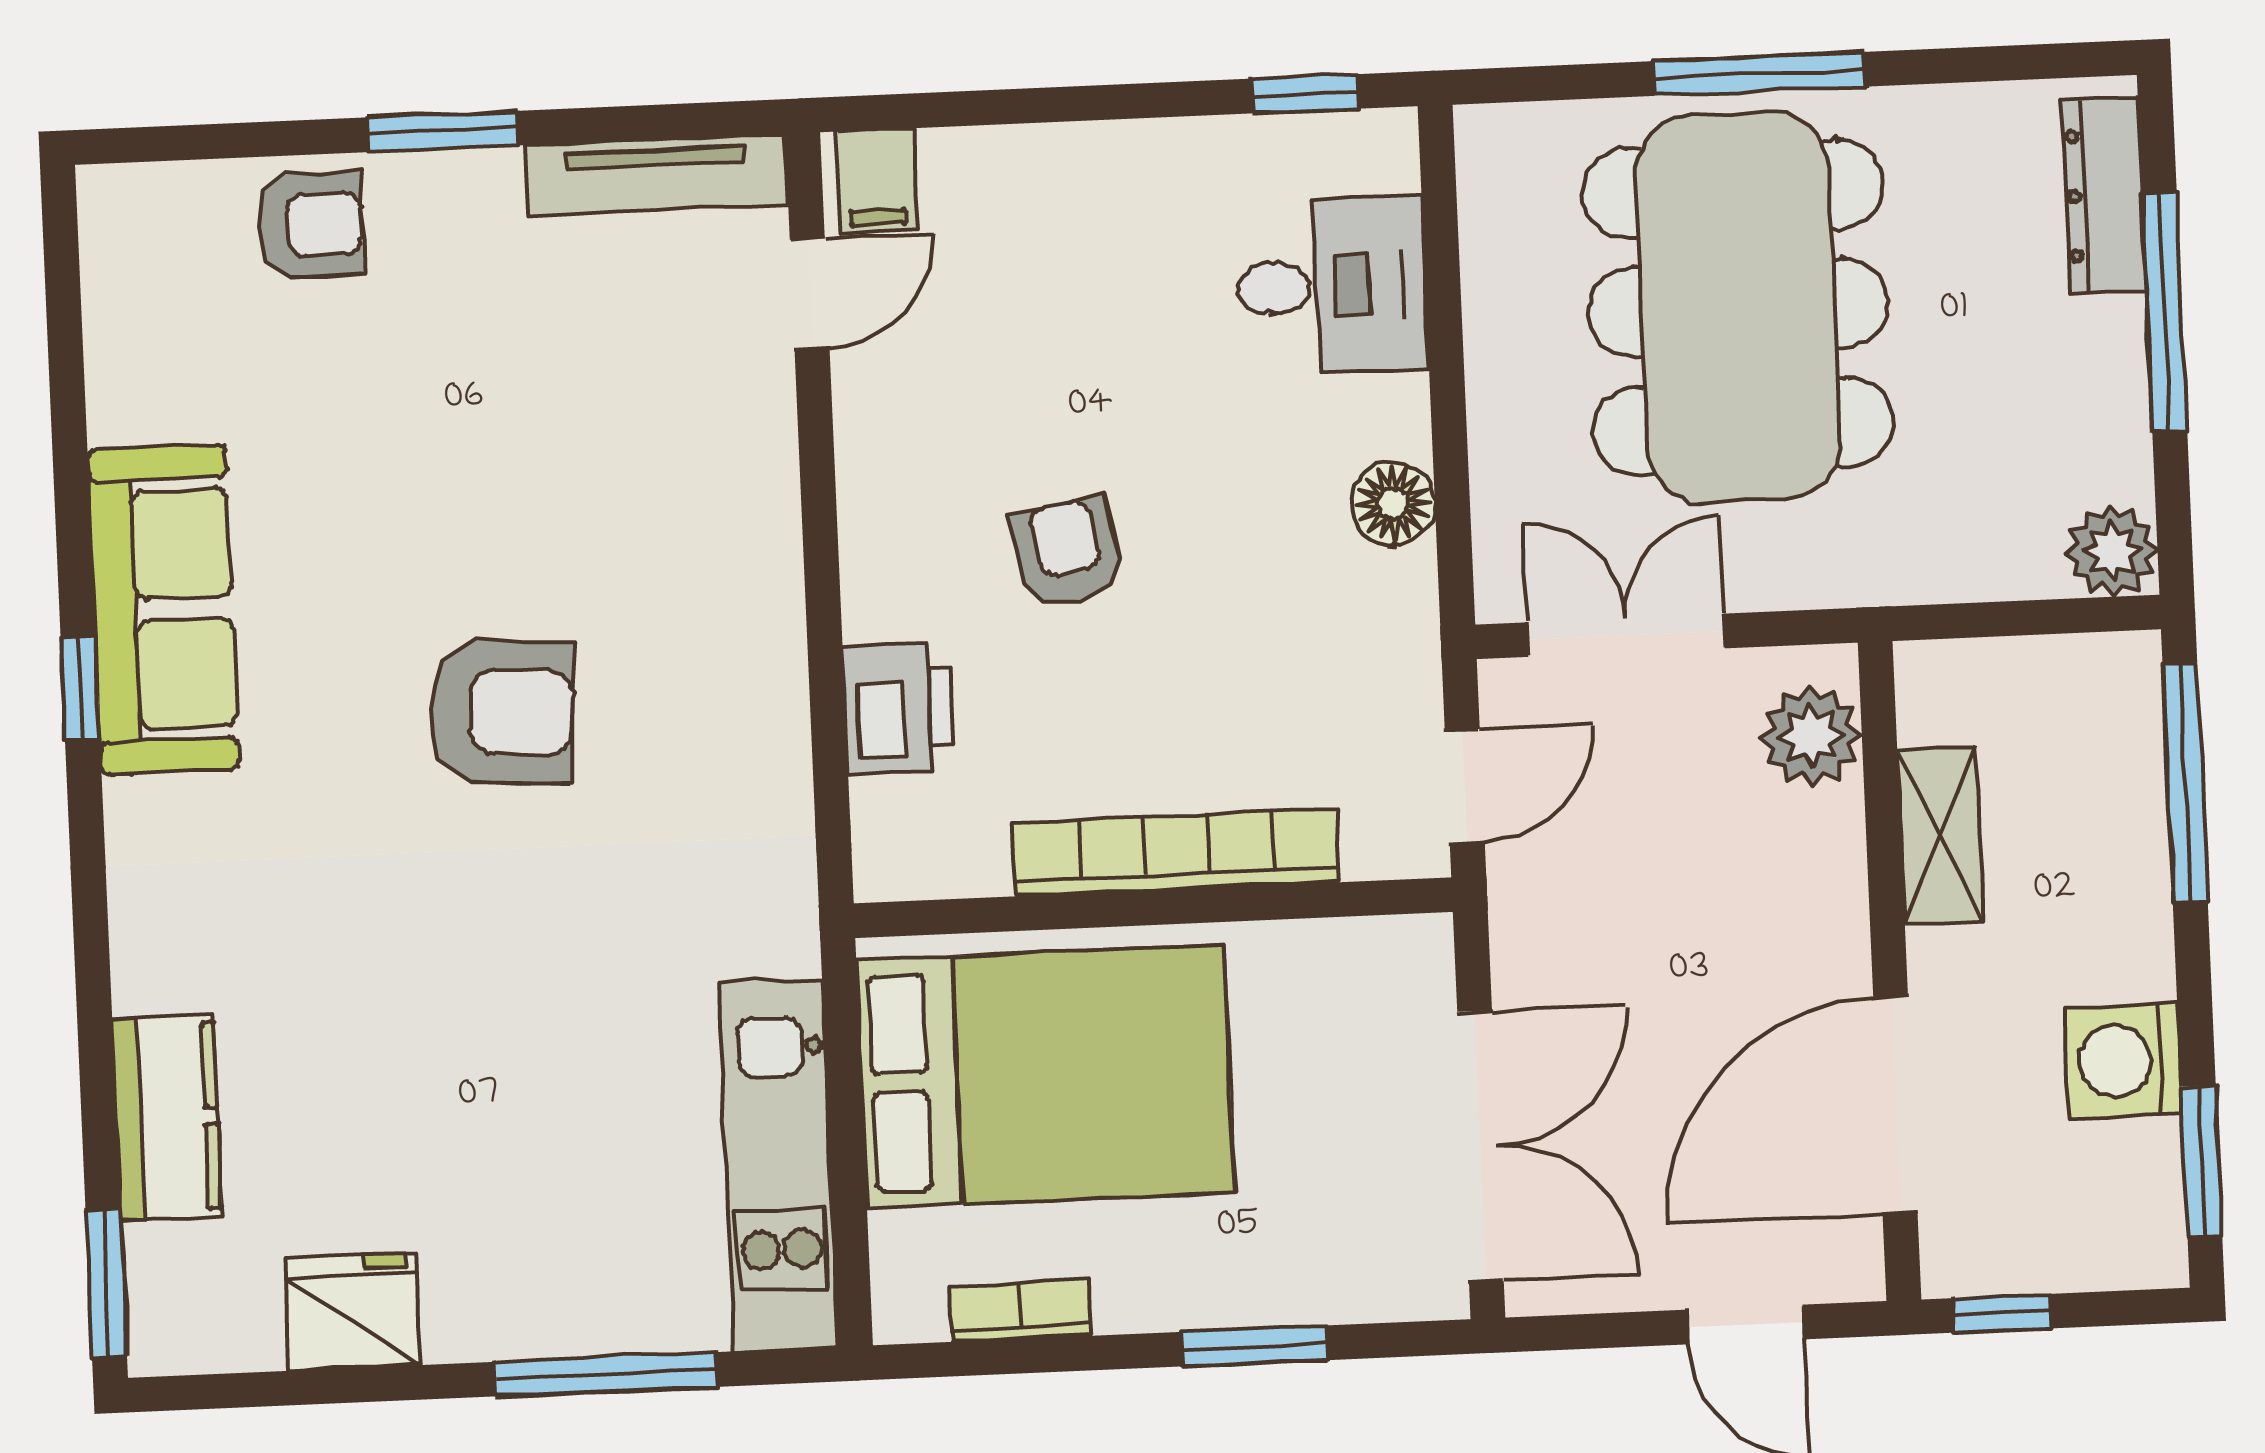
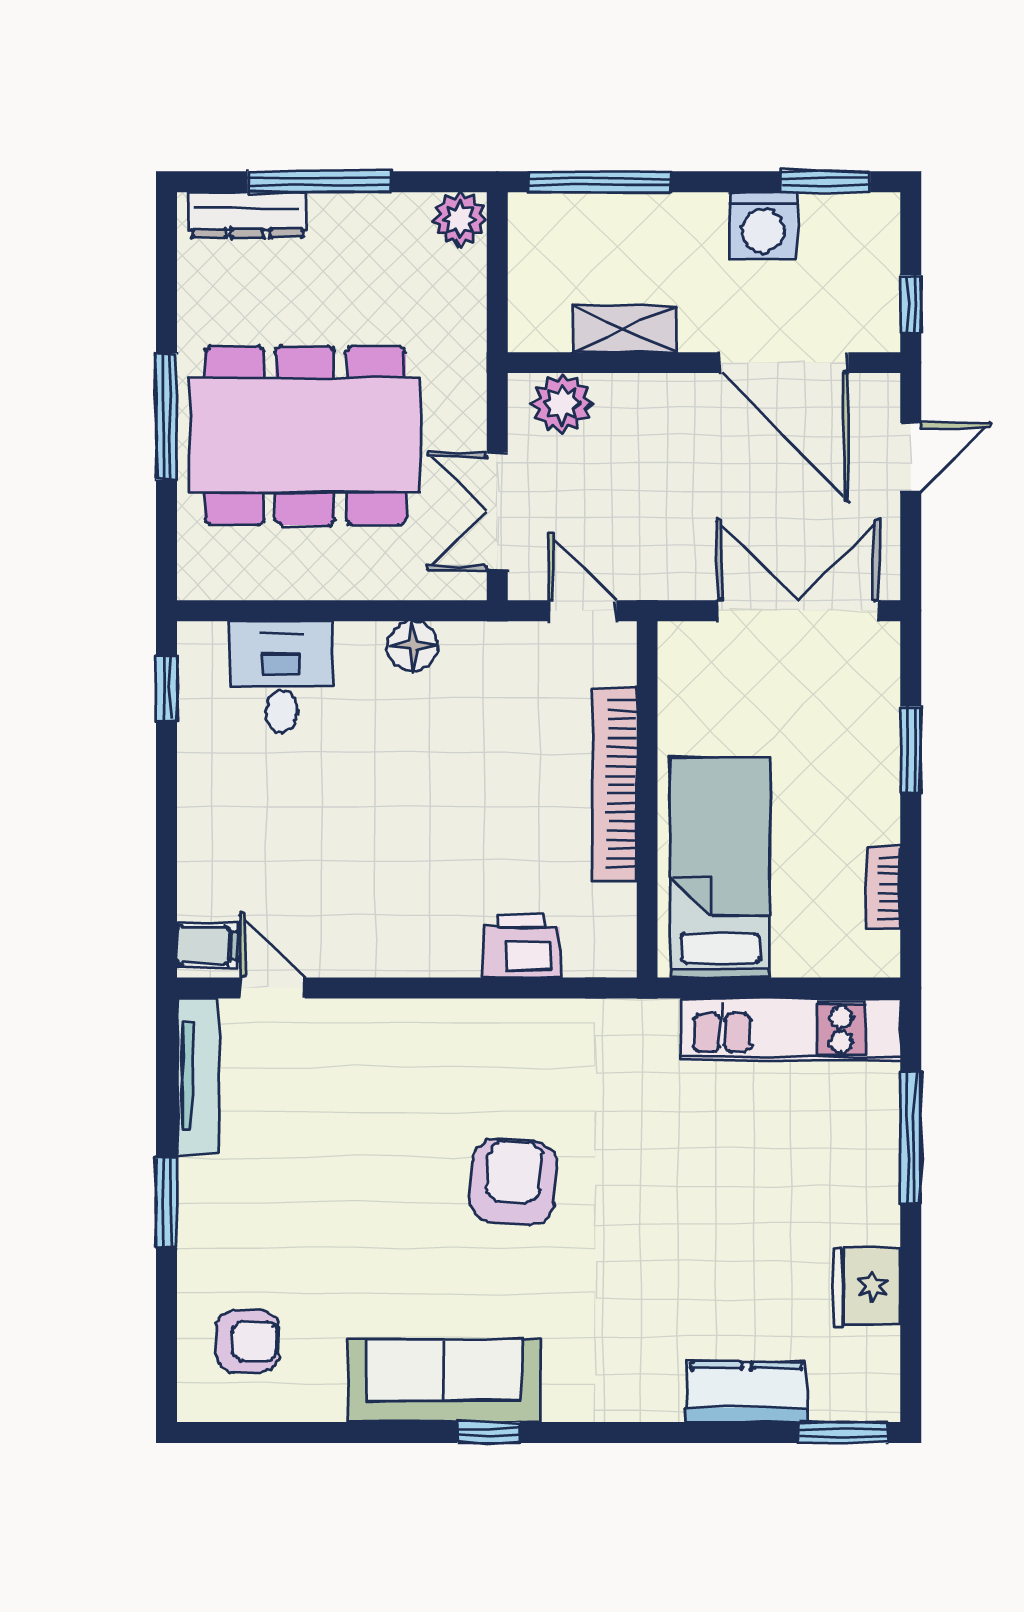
armchair: (310, 225) -> (247, 1341), moved, turned 90
armchair: (1068, 552) -> (433, 841), removed
bed: (1045, 1076) -> (720, 868), width x0.67

